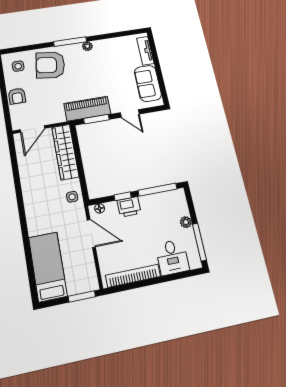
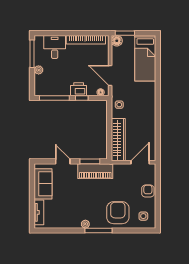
armchair: (50, 65) -> (118, 213), turned -98
floor lamp: (91, 283) -> (117, 41), added

